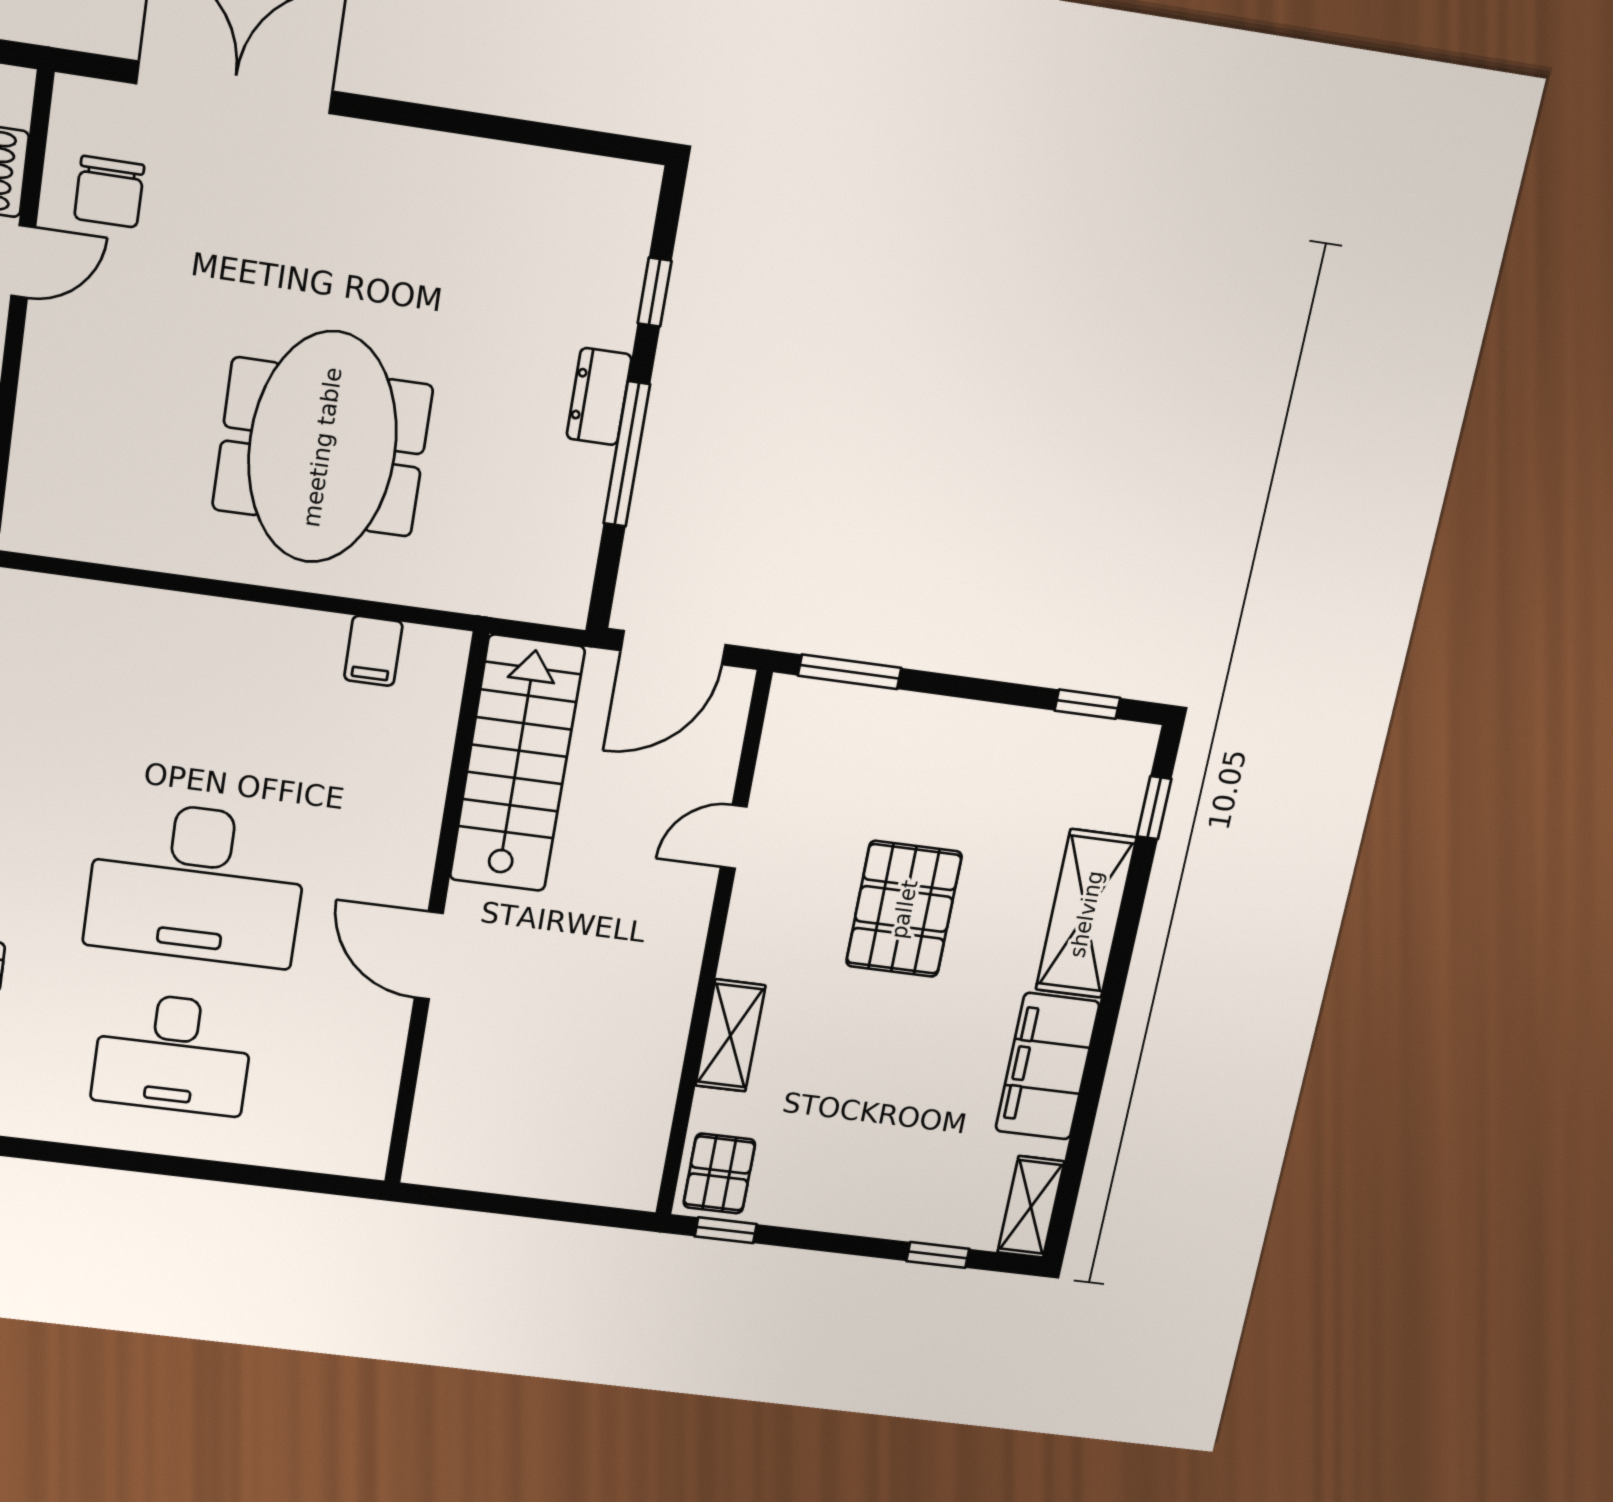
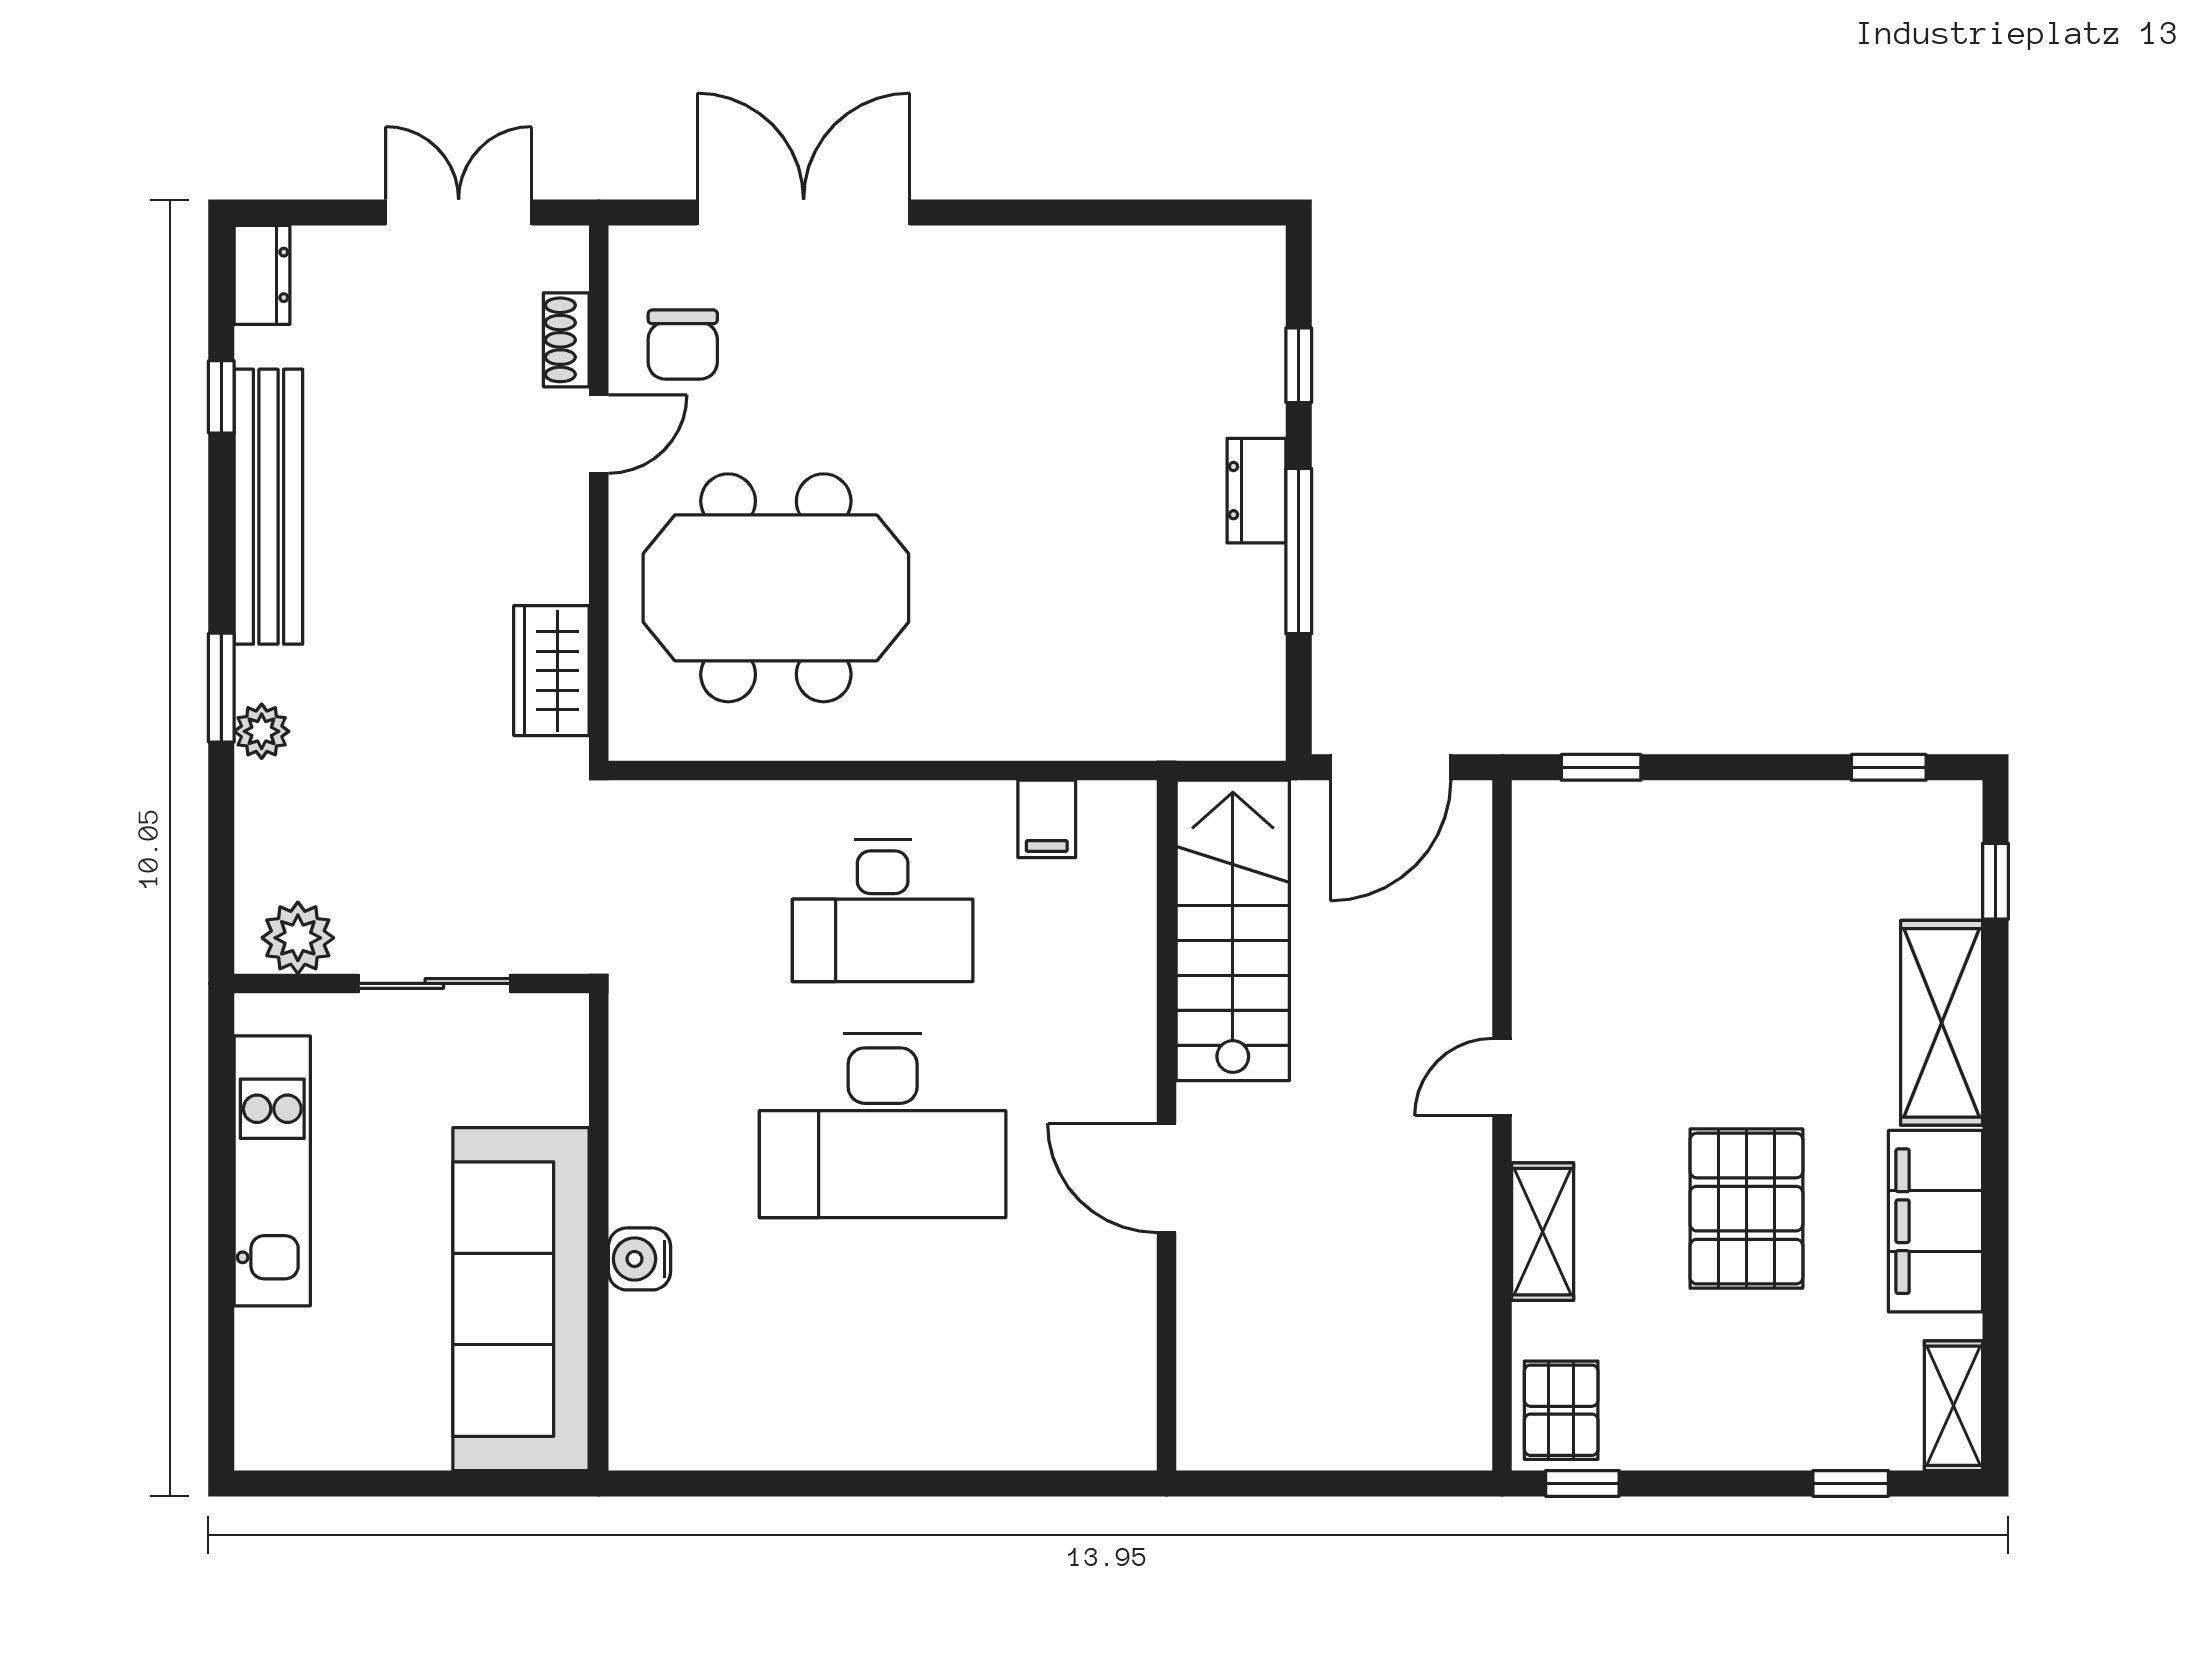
meeting table: (322, 447) -> (776, 588), moved, turned 90
window: (850, 672) -> (1601, 767), width x0.67
door: (734, 837) -> (1502, 1077), moved
pallet: (904, 909) -> (1746, 1209), moved
desk: (173, 1054) -> (883, 911), moved

